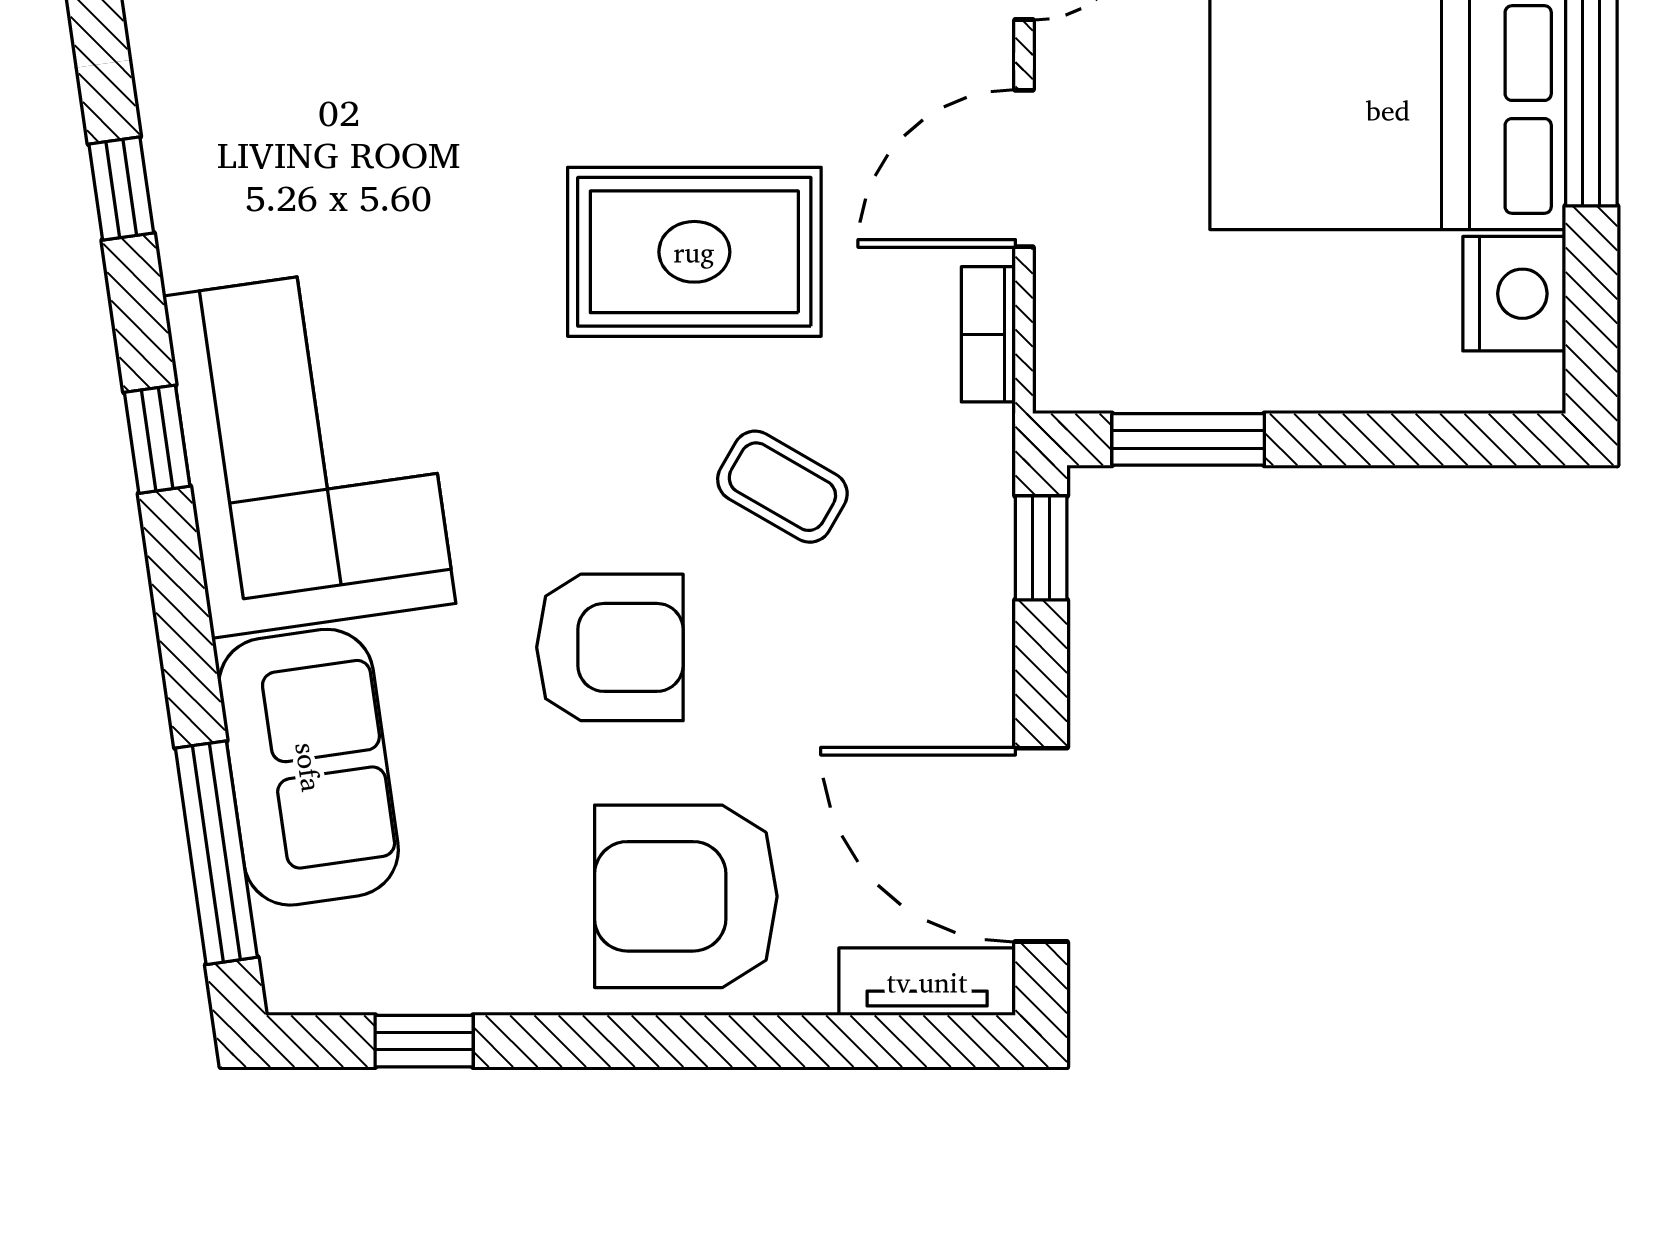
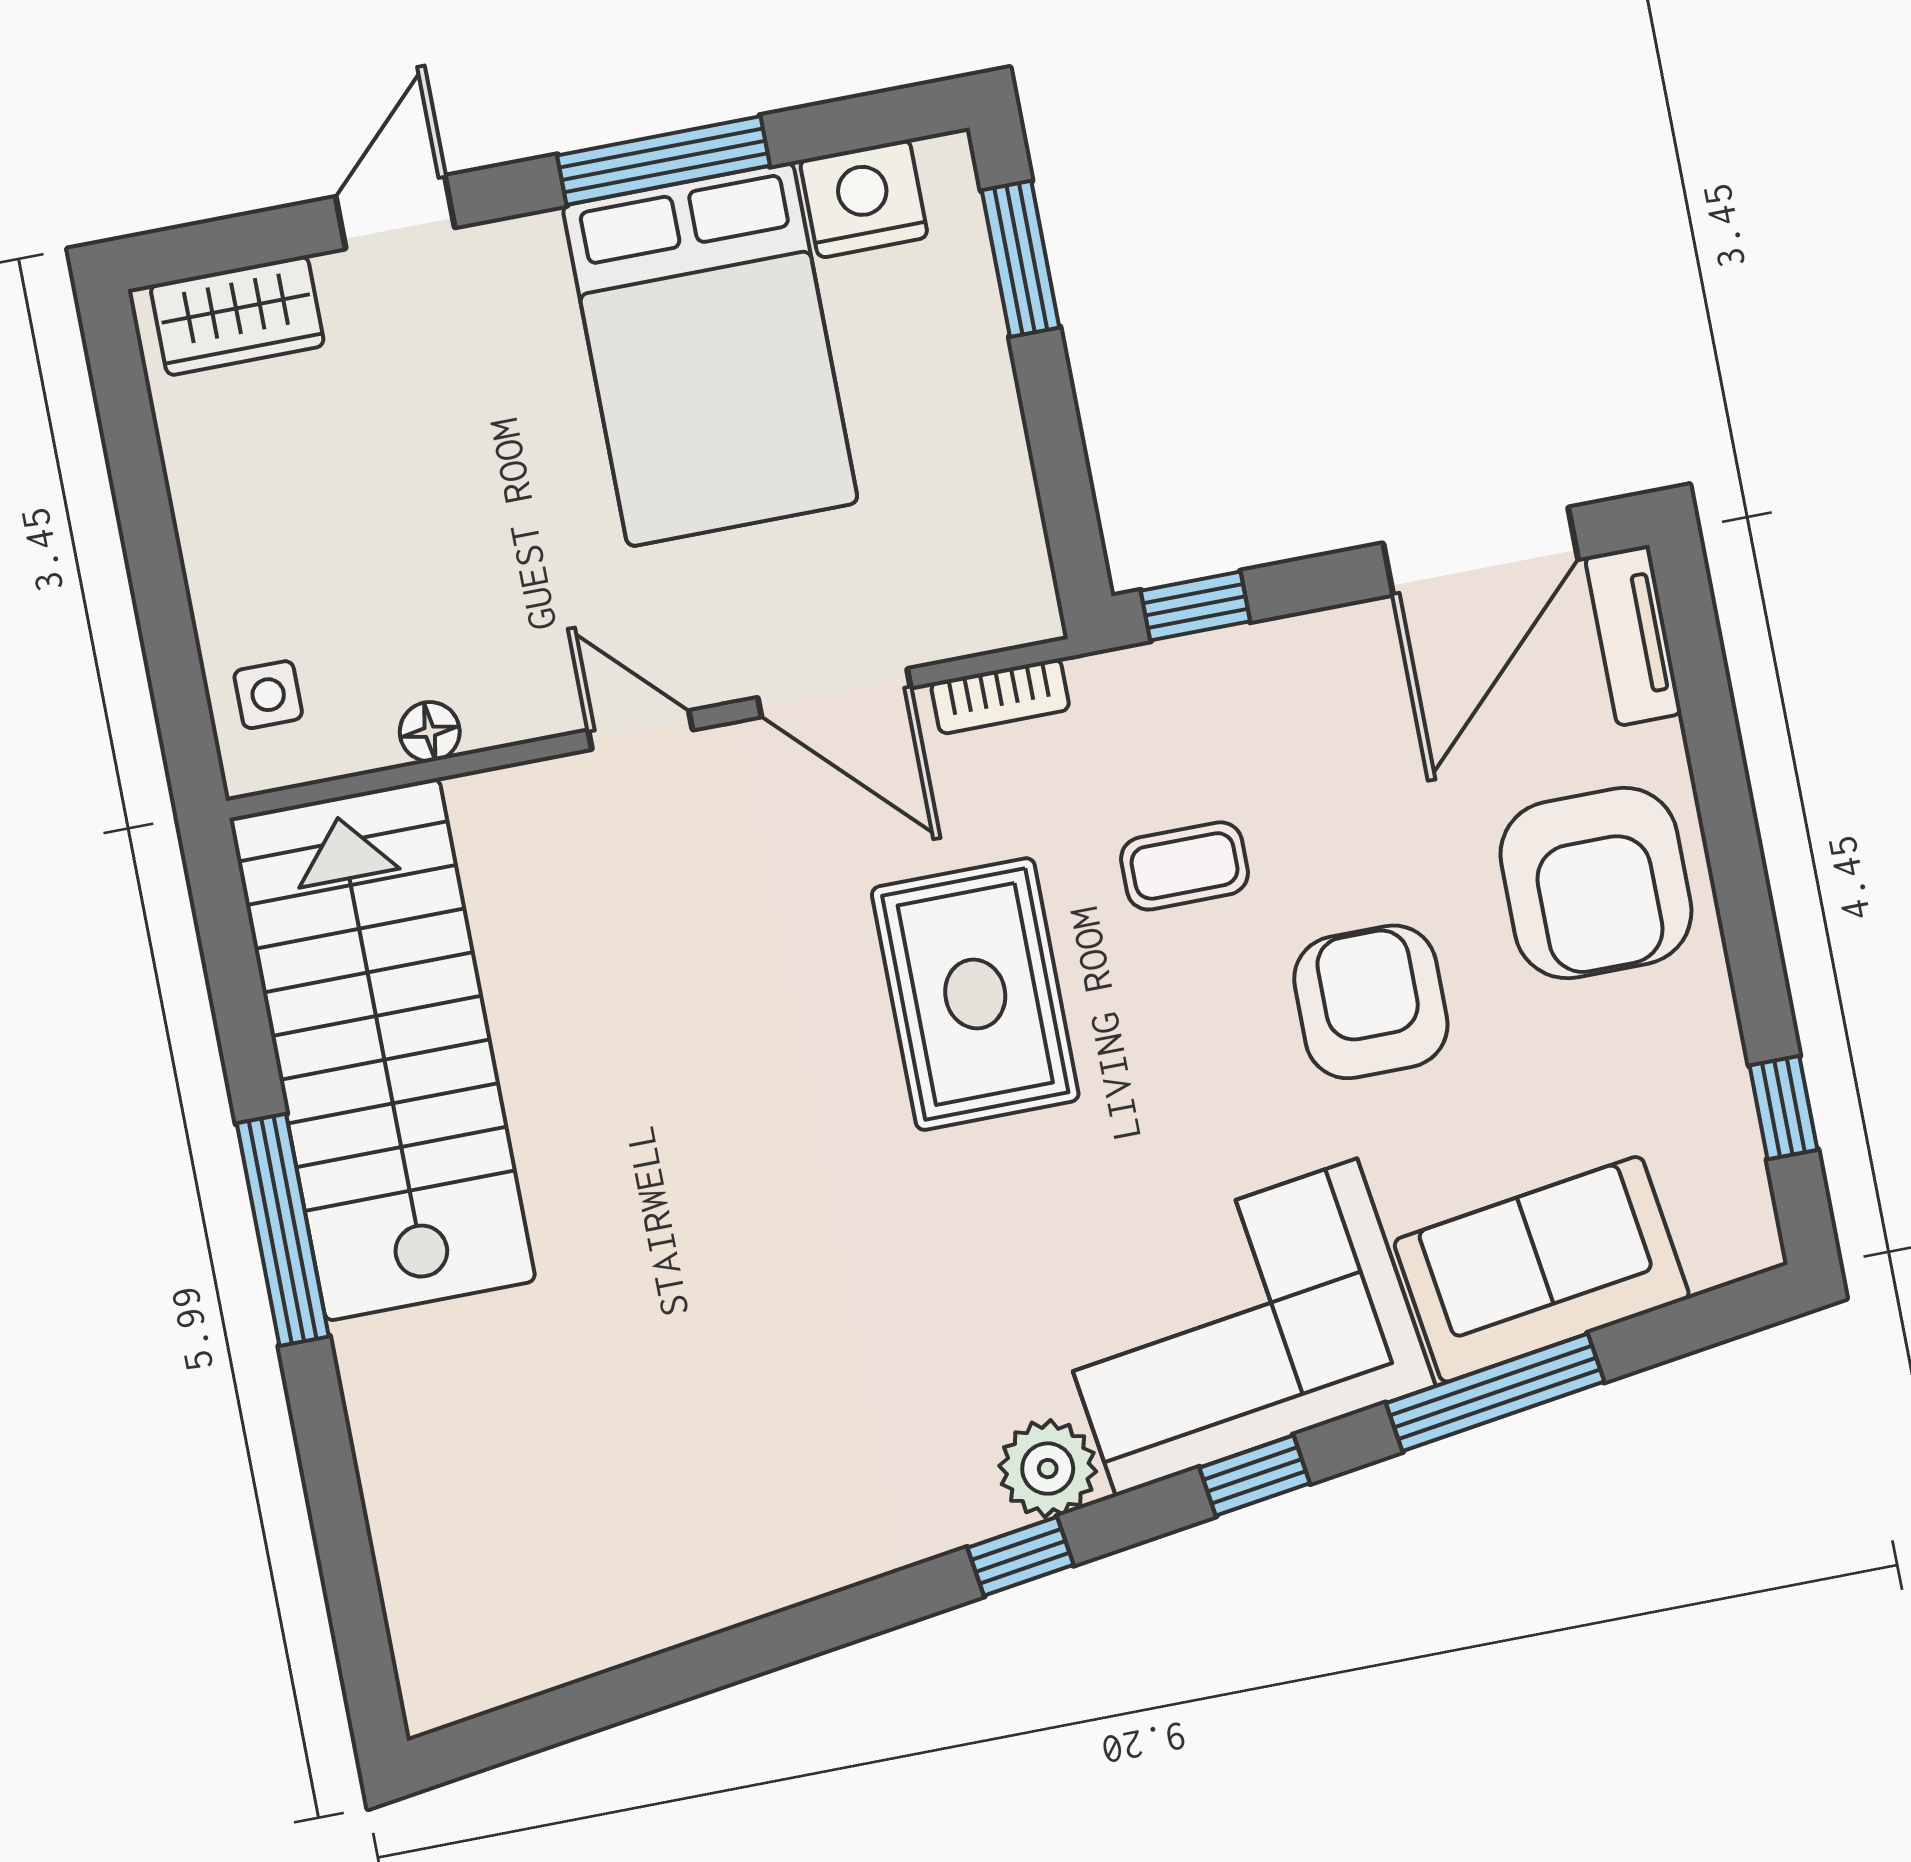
plant: (204, 233) -> (1048, 1469), added
window: (1188, 439) -> (1021, 259), moved
coffee table: (782, 487) -> (1185, 866), turned 60
window: (216, 853) -> (1495, 1392), moved

